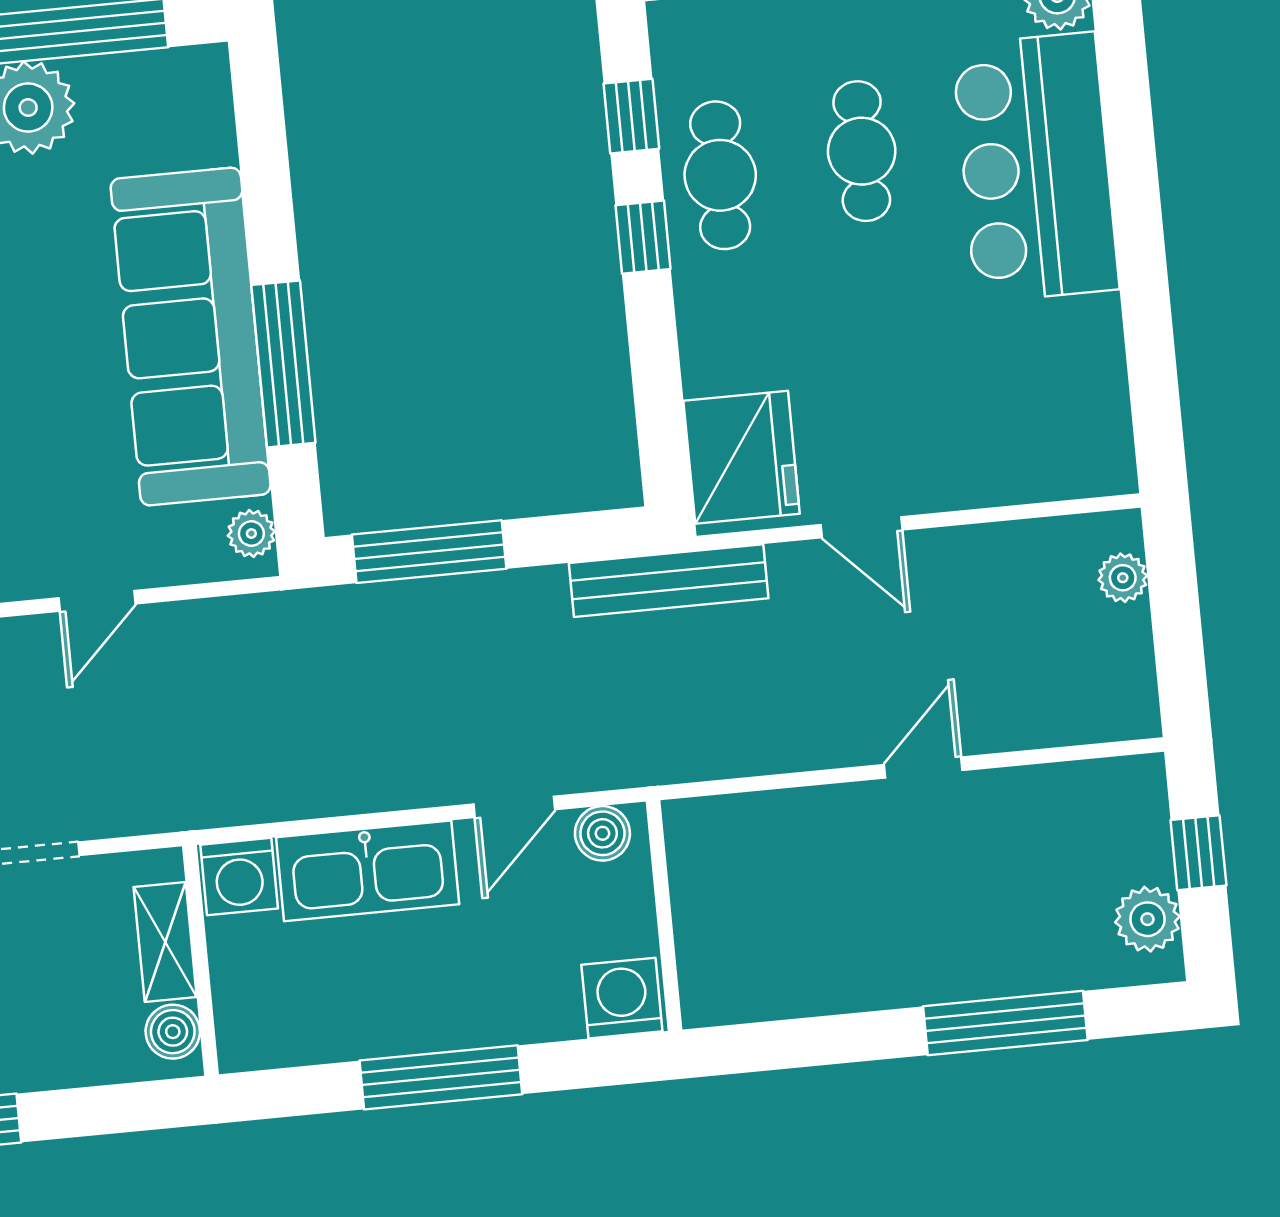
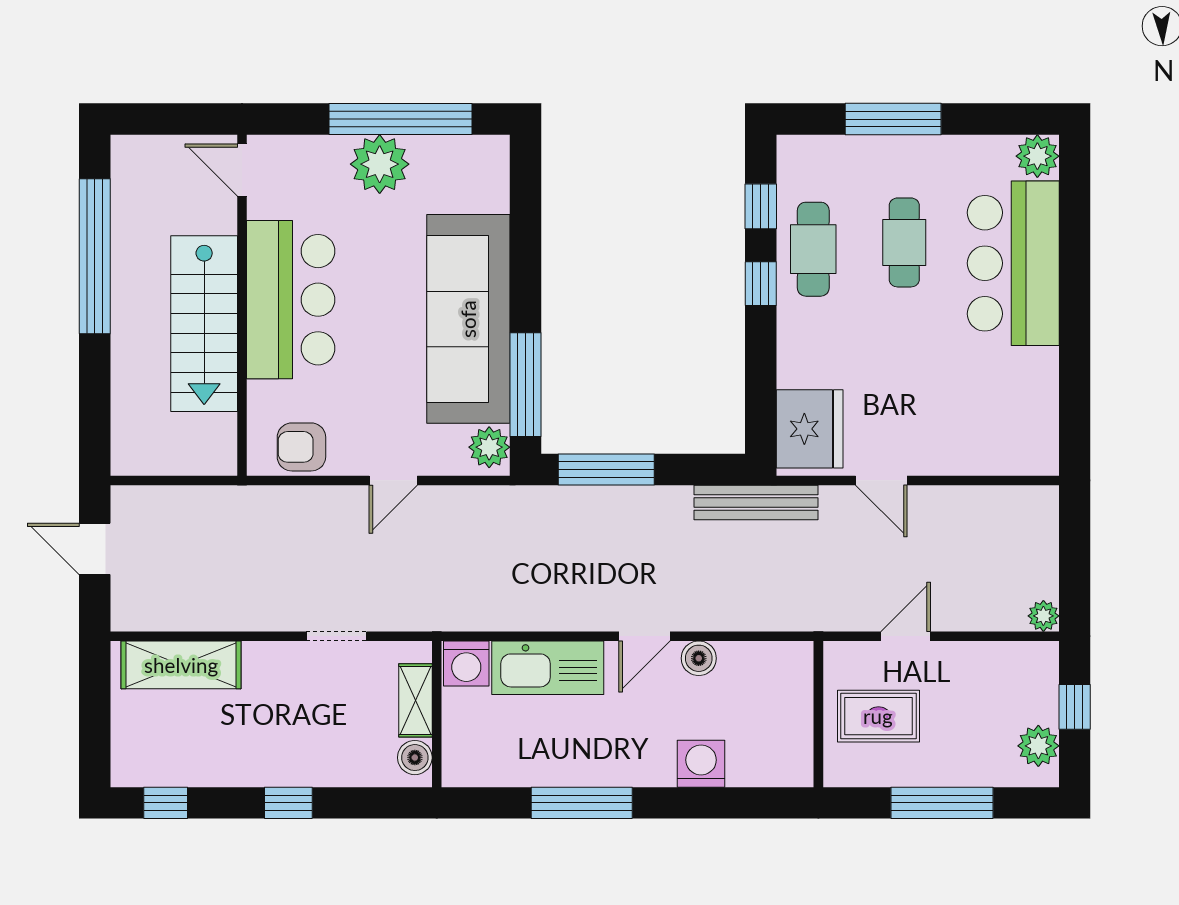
window: (283, 364) -> (526, 385), moved
plant: (251, 534) -> (489, 447), width x1.38, depth x1.38
plant: (1123, 578) -> (1043, 616), moved
rug: (893, 897) -> (878, 716), added
wall: (664, 916) -> (818, 714), moved

